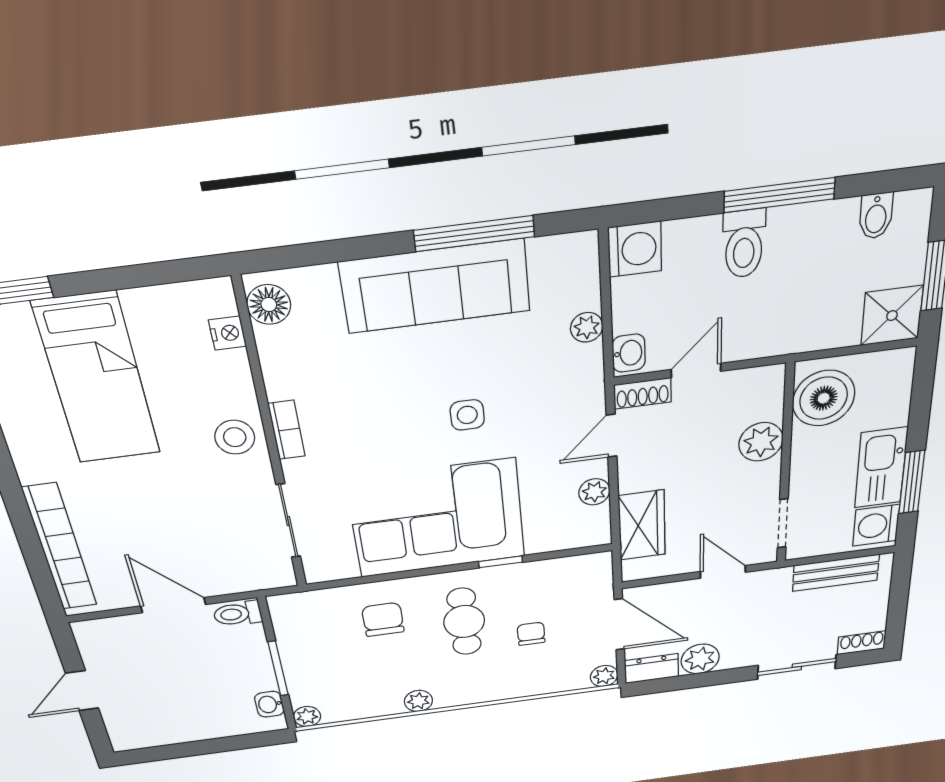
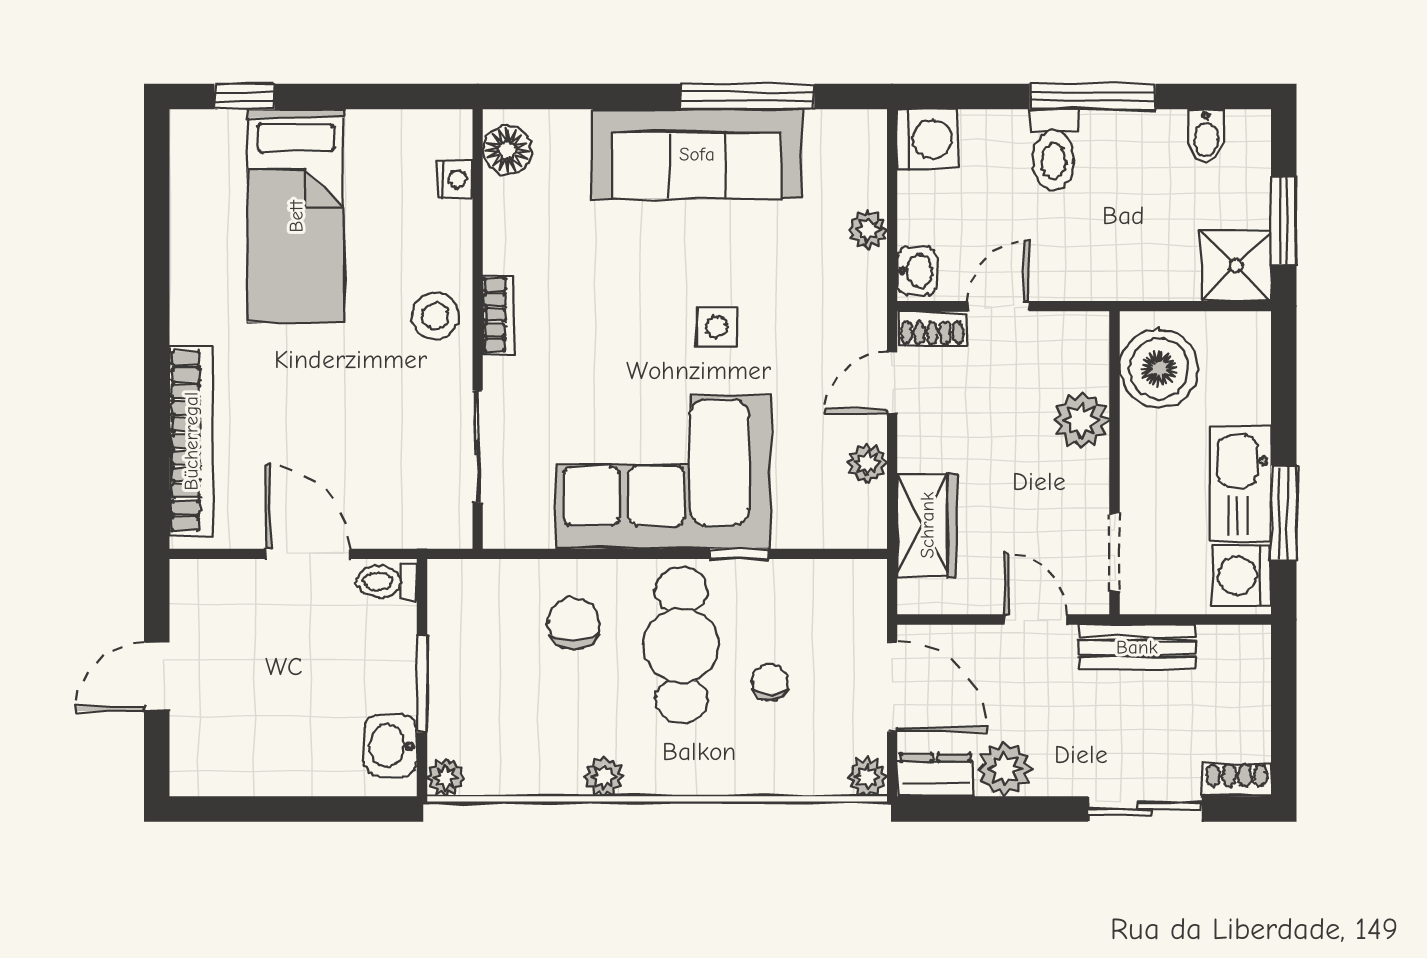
bench: (836, 573) -> (1137, 647), moved
cafe table: (464, 622) -> (681, 646), width x1.37, depth x1.35
washbasin: (269, 704) -> (391, 746), width x1.38, depth x1.45

